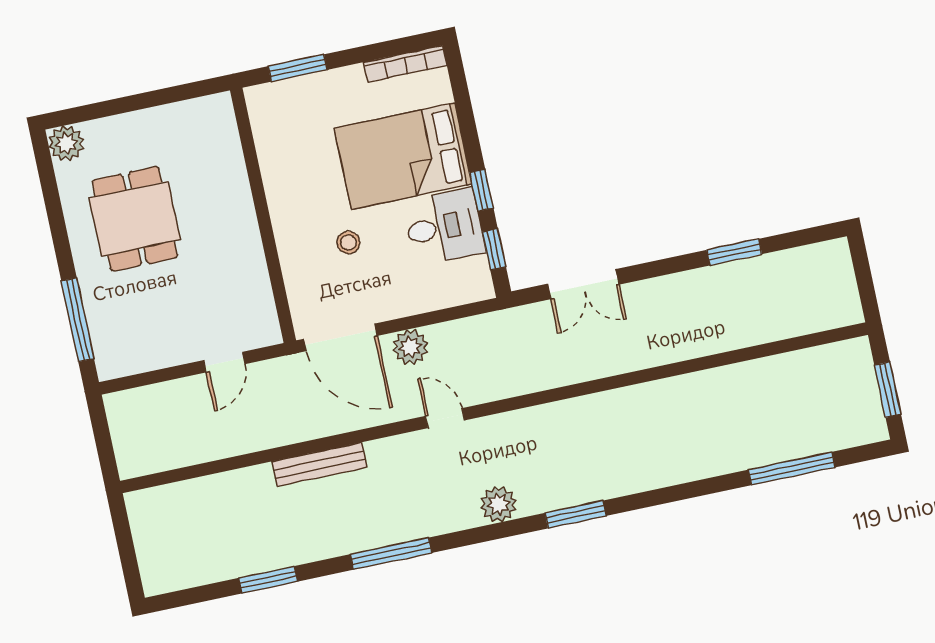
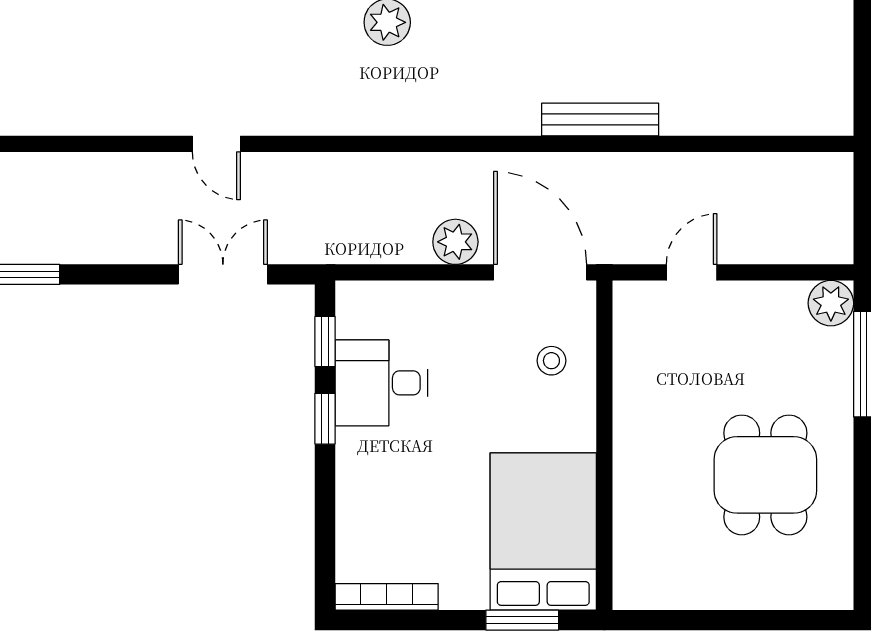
plant: (66, 143) -> (831, 303), moved
bed: (403, 156) -> (543, 531), moved, turned -90
stool: (348, 242) -> (551, 361), moved
door: (445, 418) -> (216, 144), moved

